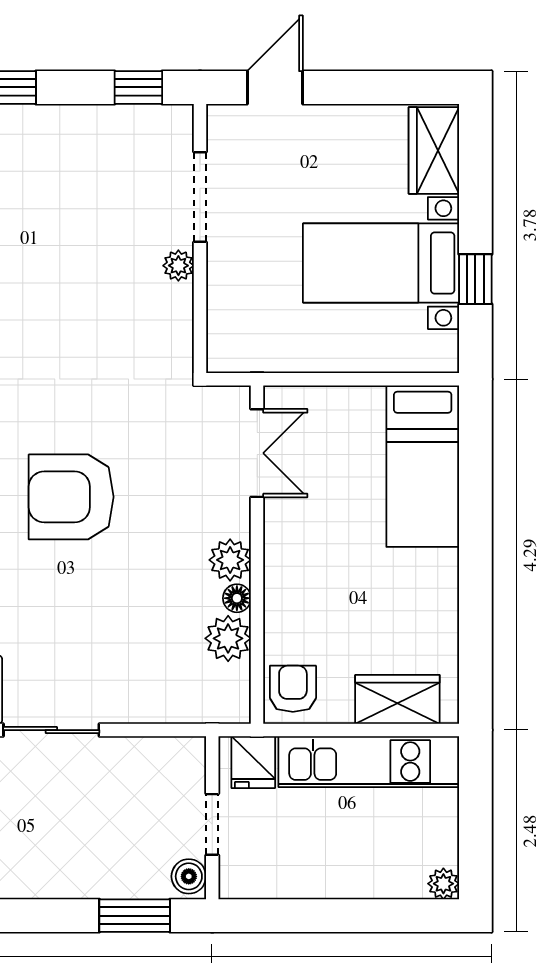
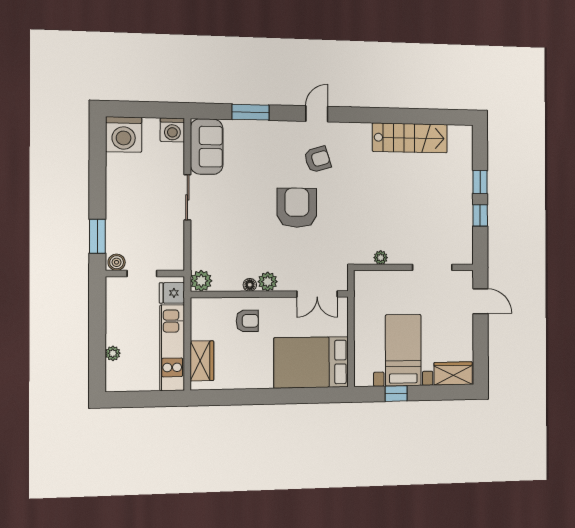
window: (138, 87) -> (480, 215), moved
plant: (178, 266) -> (381, 258), moved
bed: (423, 466) -> (311, 362), width x1.50
plant: (228, 638) -> (201, 281), moved
armchair: (293, 689) -> (247, 321), moved
plant: (443, 884) -> (113, 353), moved

